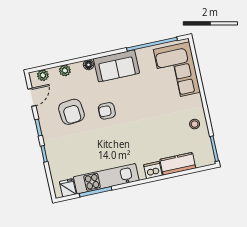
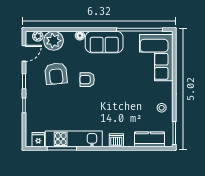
plant: (65, 71) -> (54, 41), width x1.88, depth x1.88
kitchen counter: (178, 164) -> (149, 139), moved

